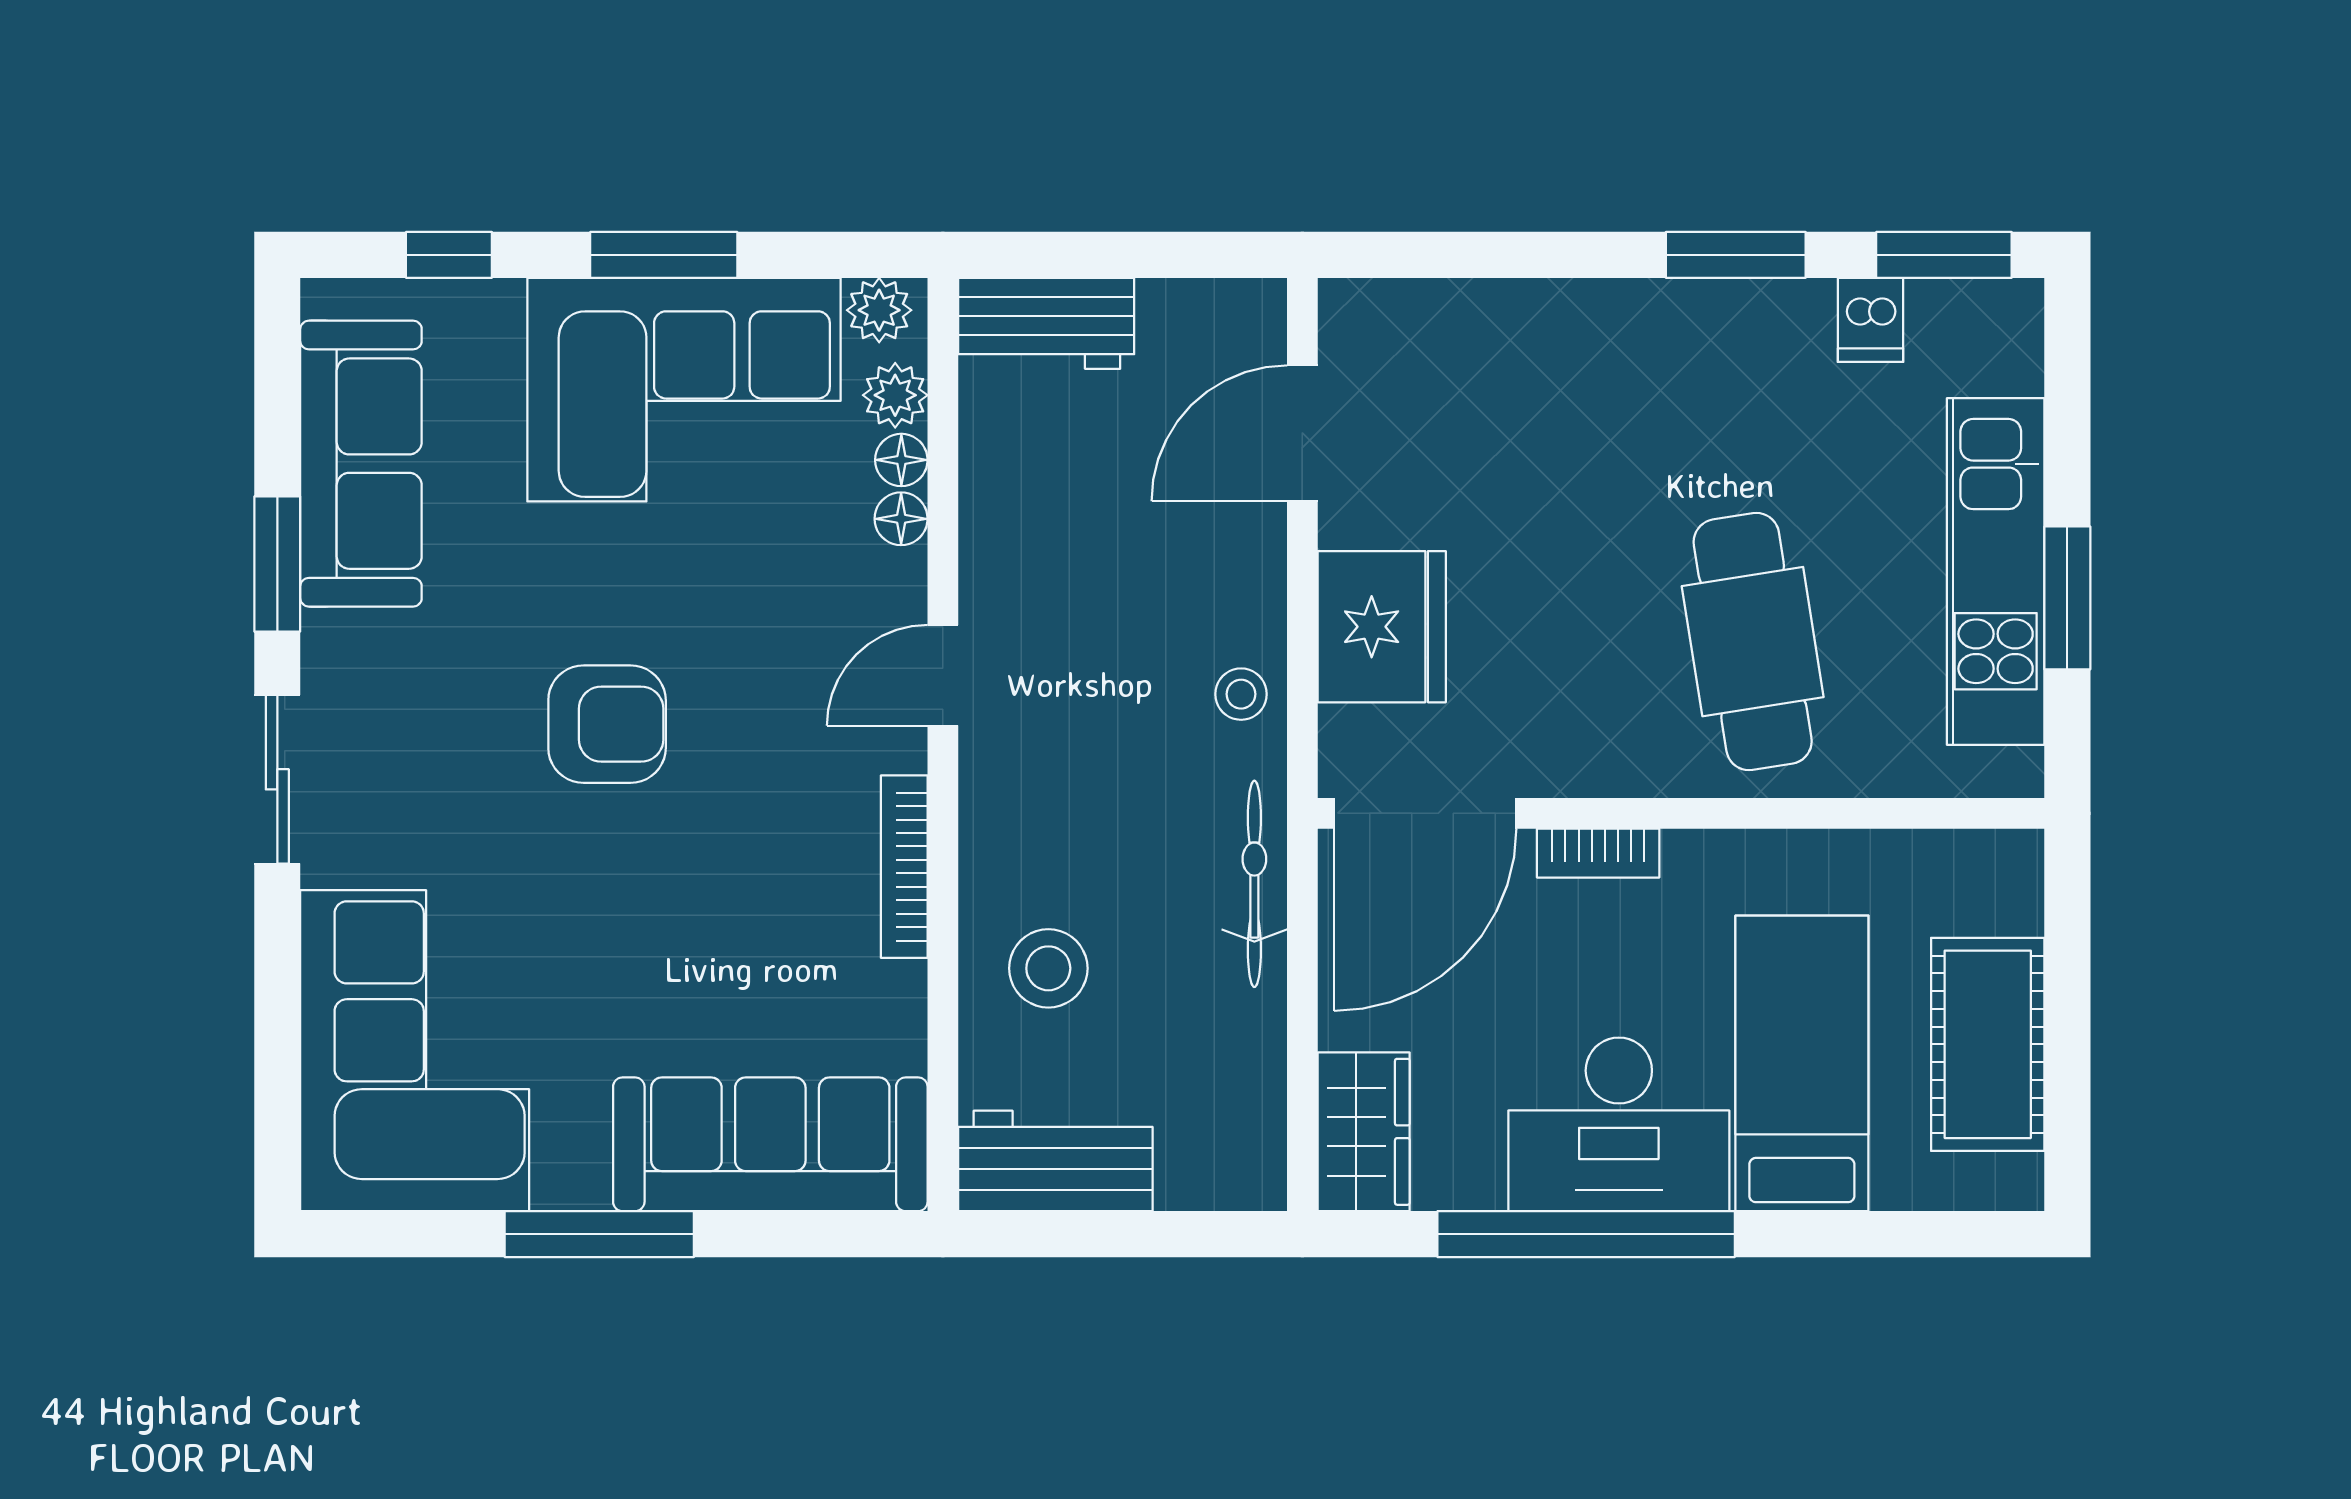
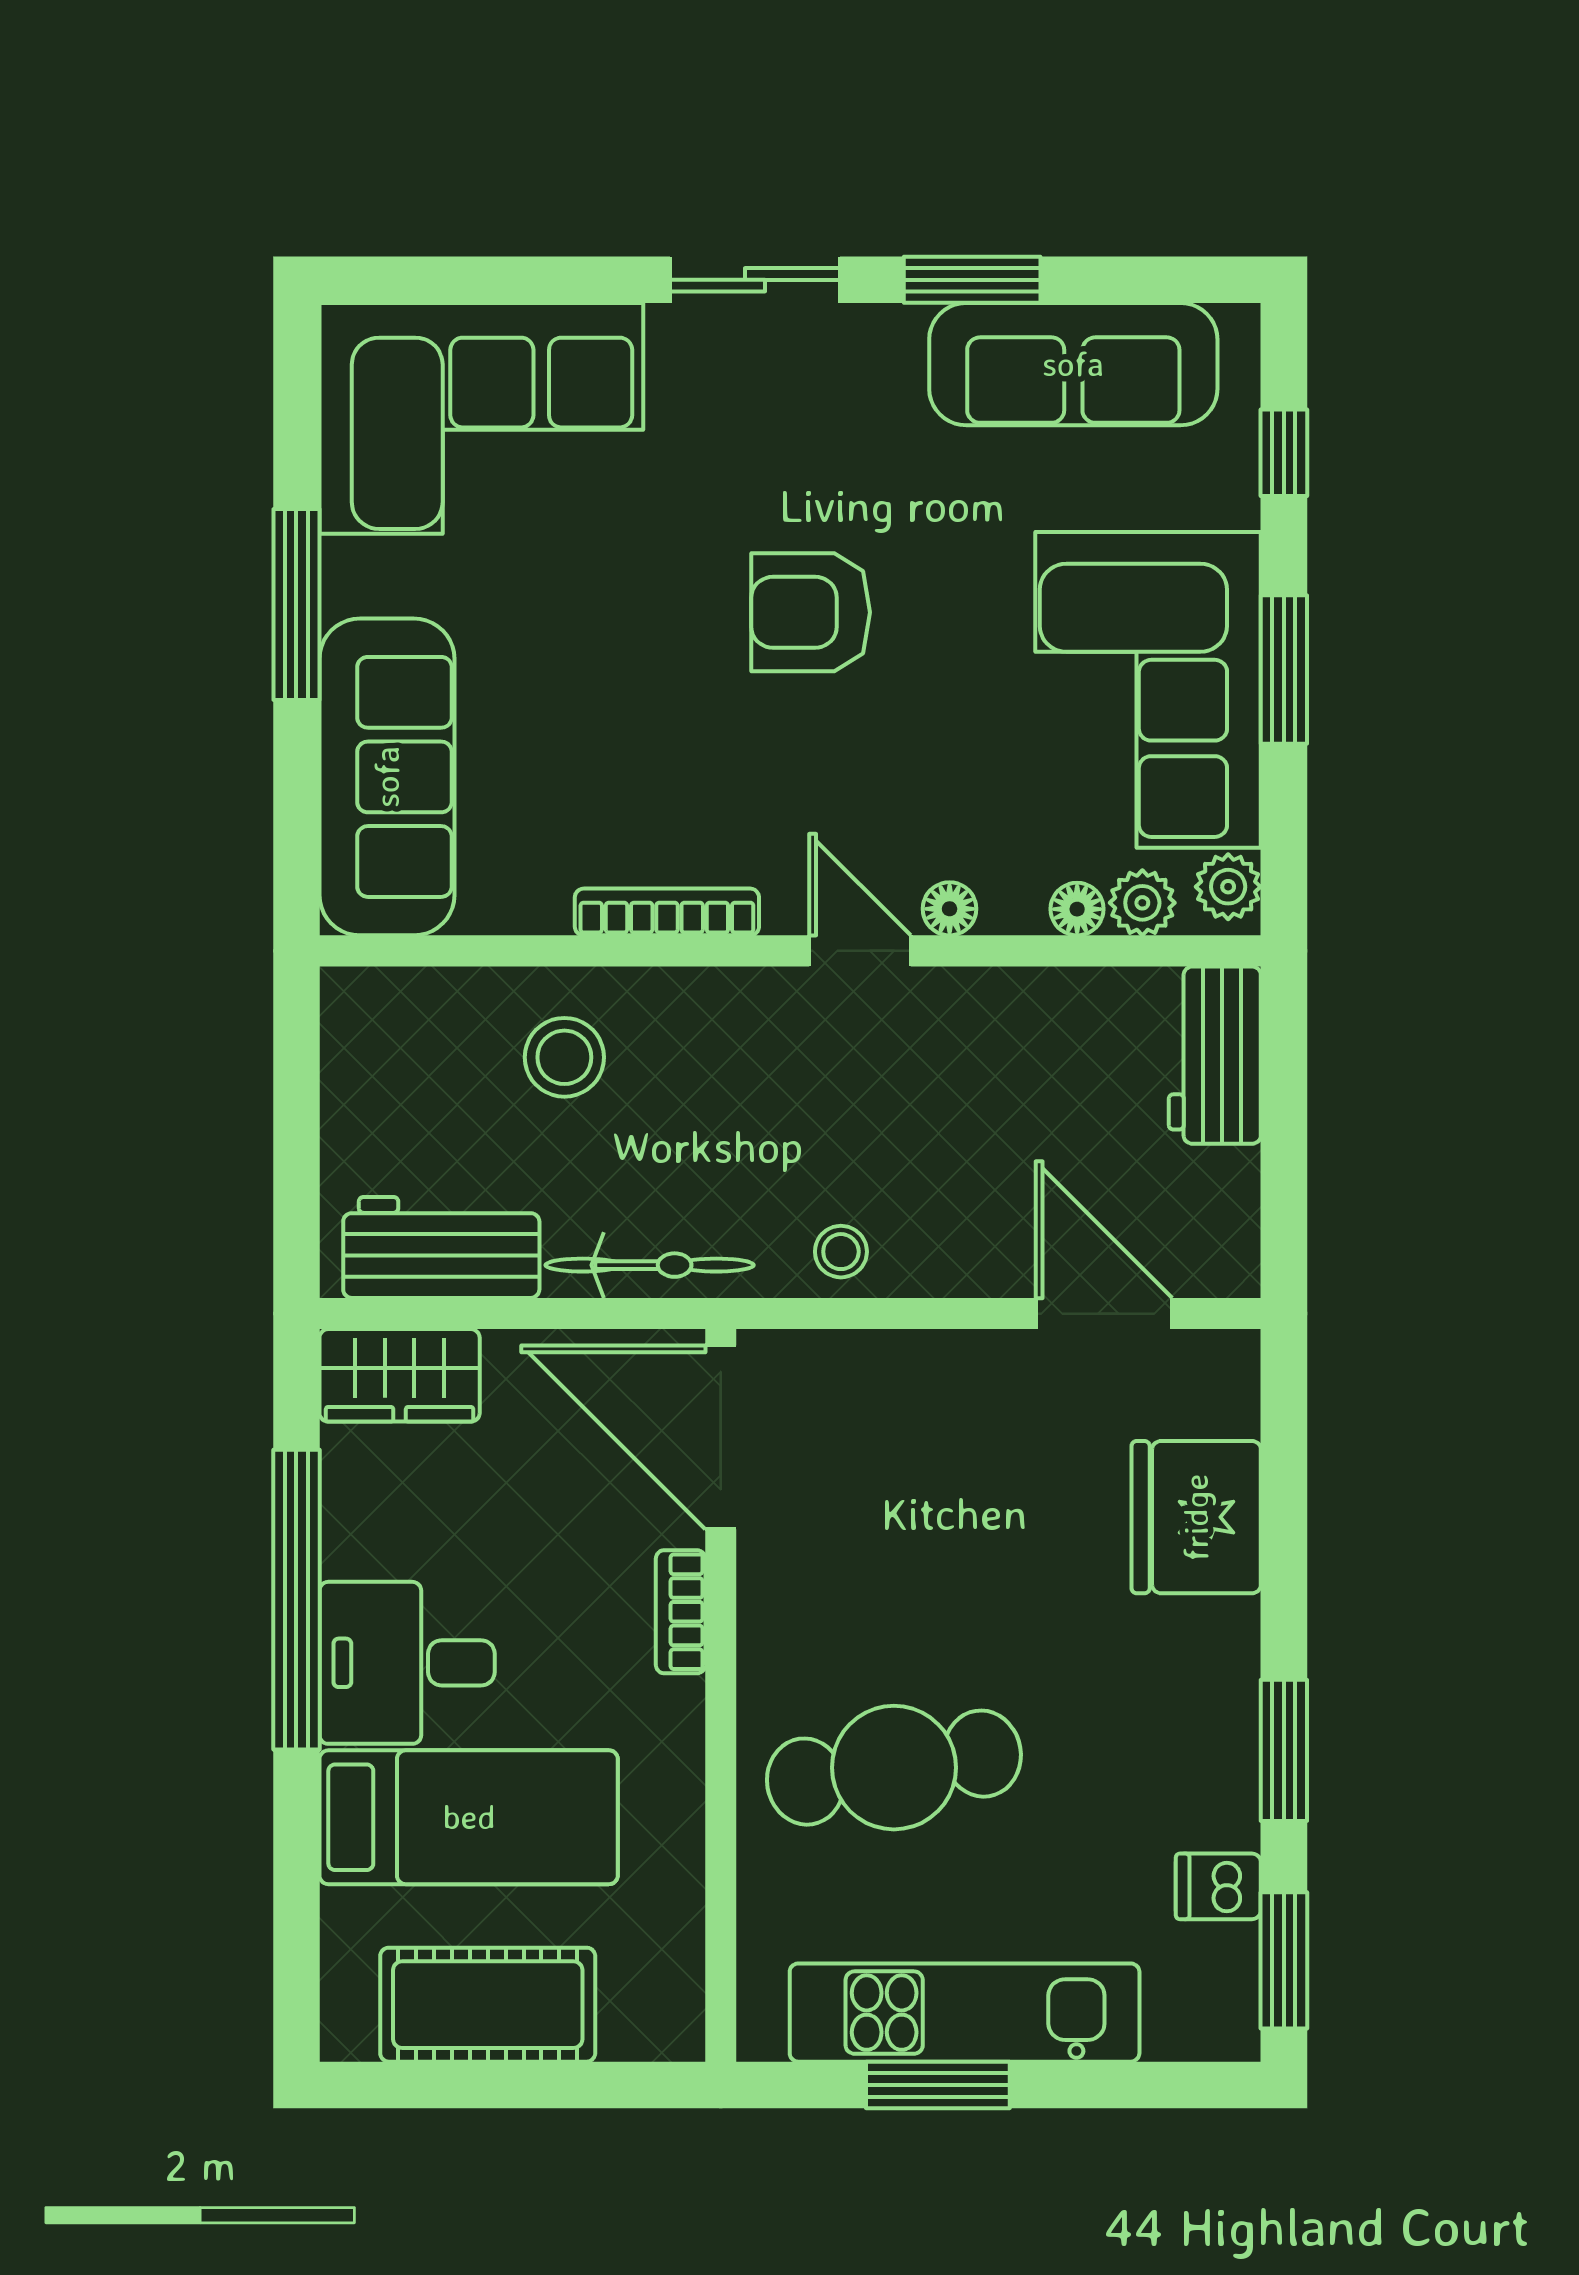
floor lamp: (901, 519) -> (950, 909), moved
fridge: (1382, 627) -> (1196, 1517), moved, turned 90
armchair: (607, 724) -> (811, 612), turned 90
desk: (1619, 1124) -> (407, 1663), width x0.73
workbench: (1055, 1161) -> (441, 1247), moved, turned -90

